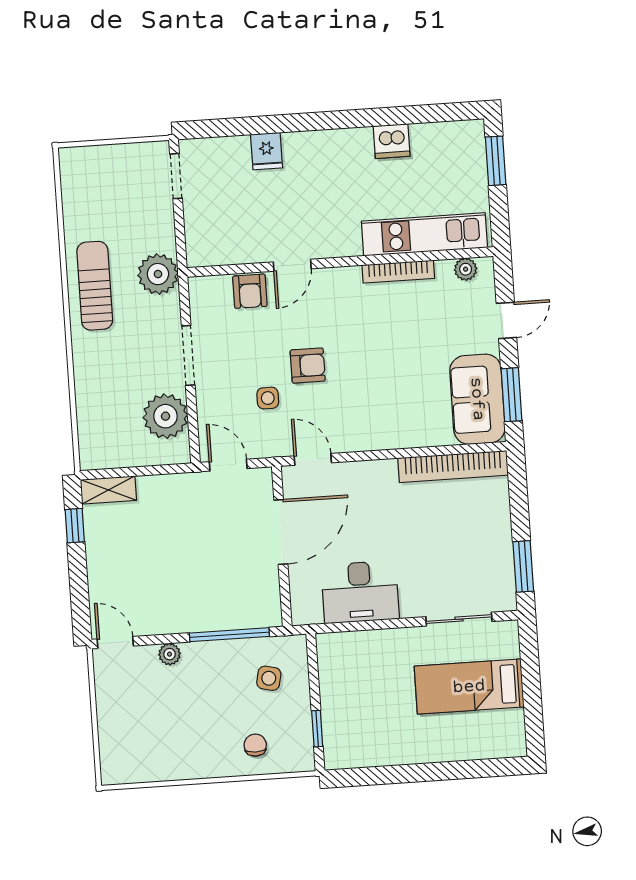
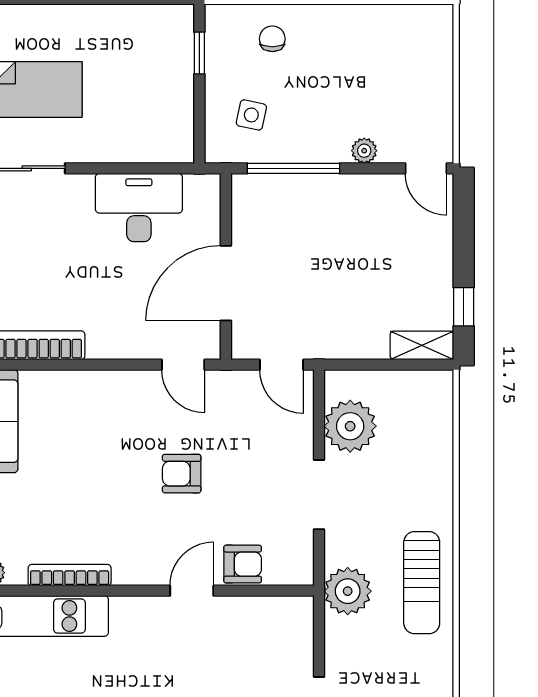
armchair: (250, 291) -> (243, 564), turned 90
side table: (268, 398) -> (230, 439), removed
chair: (255, 745) -> (272, 39), turned 180

